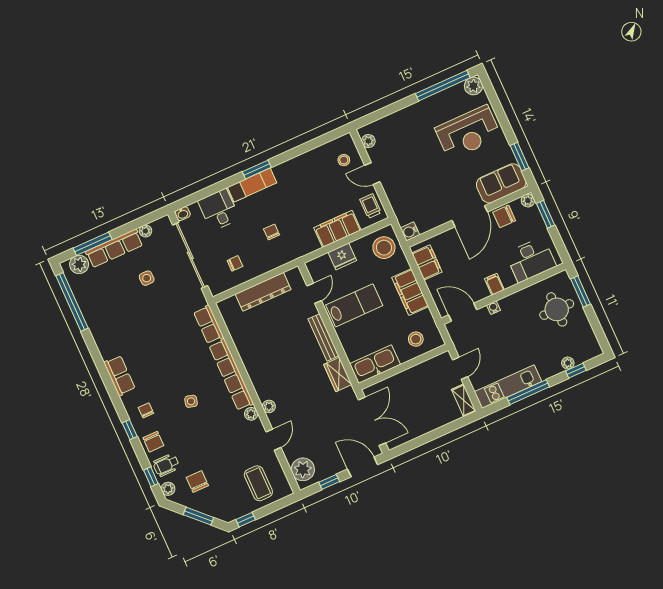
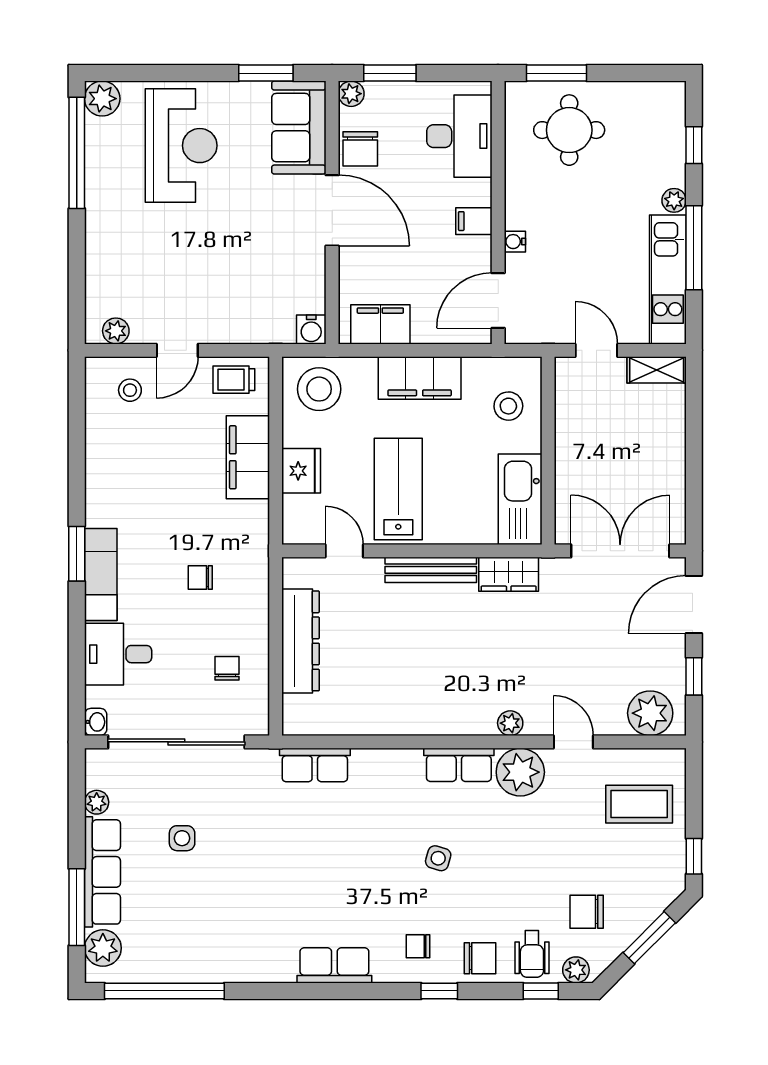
plant: (568, 363) -> (674, 200), moved
row of seats: (231, 375) -> (459, 765), width x0.50
plant: (251, 414) -> (520, 772), width x1.87, depth x1.87

